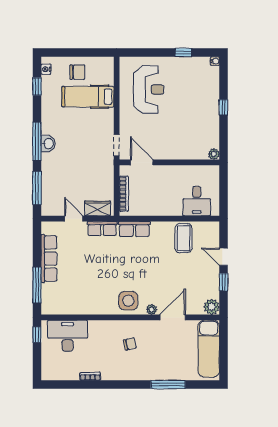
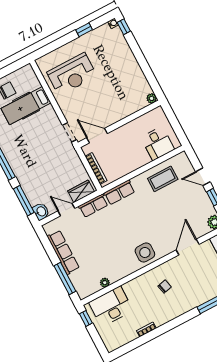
reception desk: (149, 90) -> (72, 74), turned 90
window: (224, 107) -> (124, 27), moved
washbasin: (48, 144) -> (41, 211), moved
coffee table: (183, 238) -> (163, 179), turned 90
plant: (152, 309) -> (105, 283), moved

